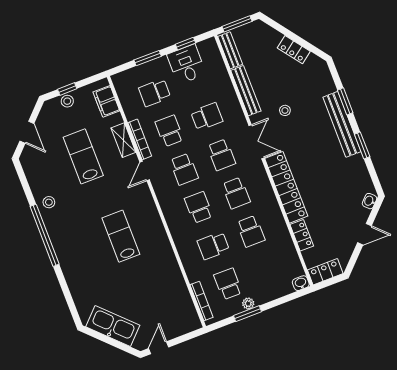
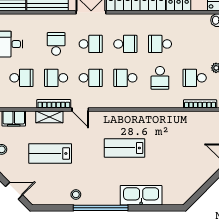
school desk: (155, 93) -> (21, 78), turned -90
school desk: (251, 231) -> (160, 44), turned 180
kitchen sink: (113, 326) -> (141, 195), moved, turned 45

